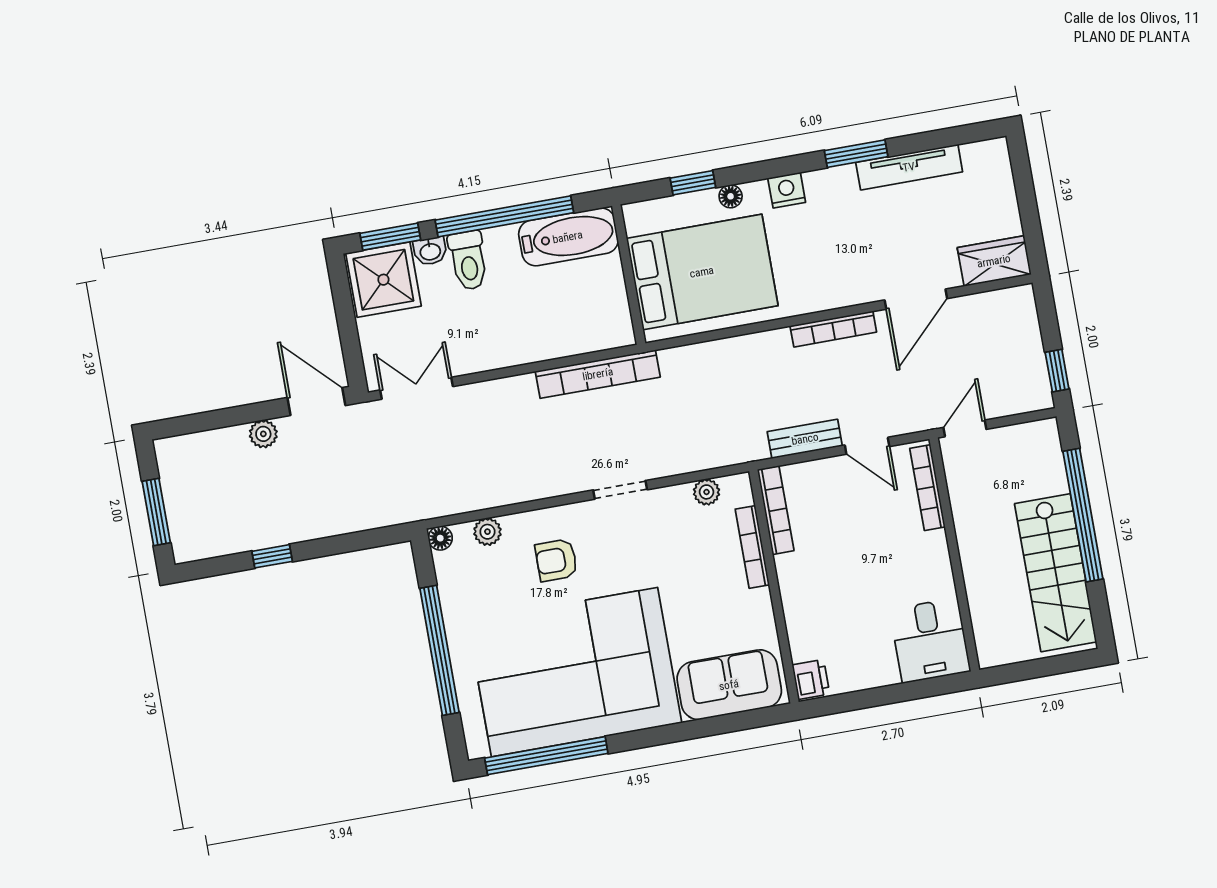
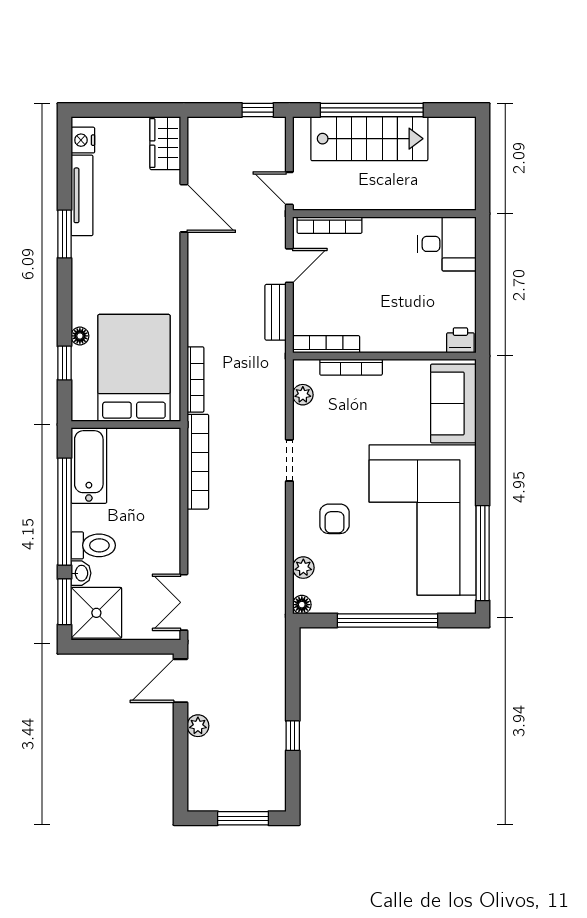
nightstand: (787, 190) -> (83, 140), moved
bookcase: (833, 329) -> (195, 379), moved
stairs: (1056, 573) -> (369, 139), moved

